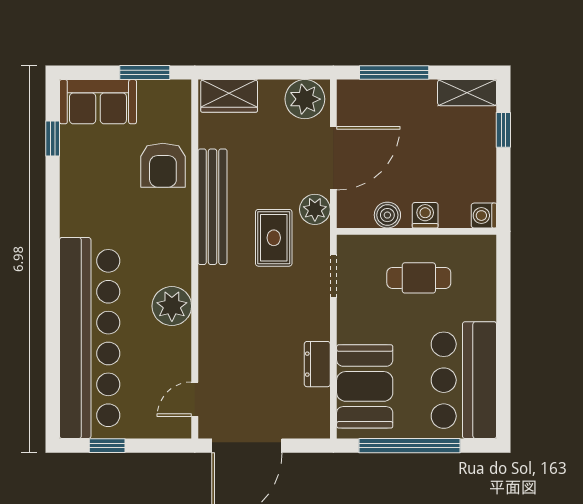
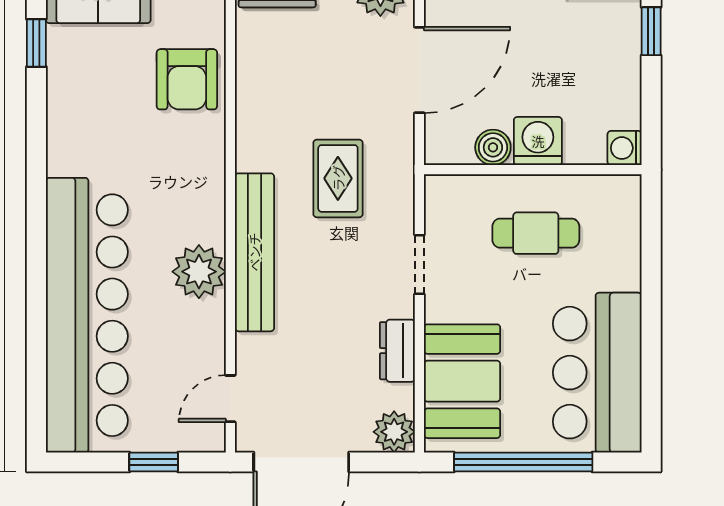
bench: (213, 207) -> (254, 252), moved
plant: (315, 209) -> (394, 432), moved
washing machine: (425, 215) -> (538, 141), width x1.38, depth x1.38
doorway: (333, 276) -> (419, 264), moved
window: (107, 446) -> (154, 462), moved

